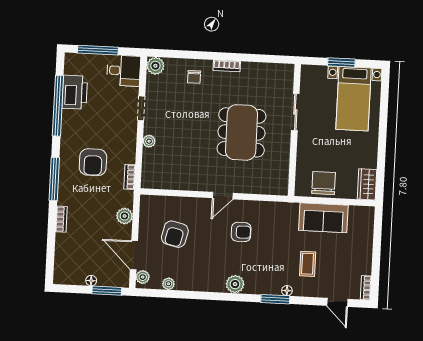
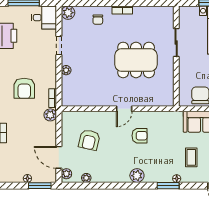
dining table: (241, 132) -> (136, 60), turned 90
plant: (125, 216) -> (50, 115), moved

